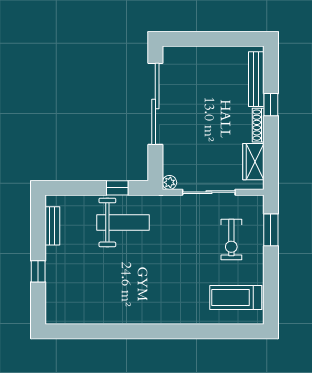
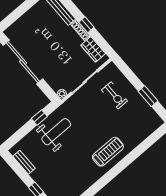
window: (271, 105) -> (86, 25), moved
window: (271, 230) -> (148, 96), moved
treadmill: (236, 298) -> (108, 152), moved, turned 180

